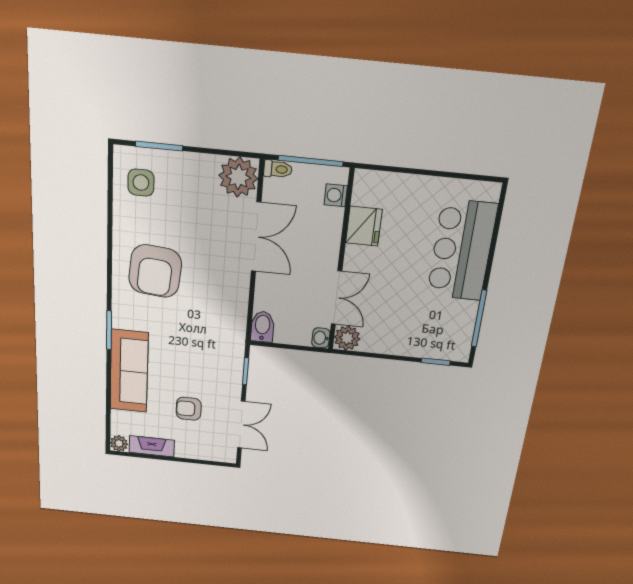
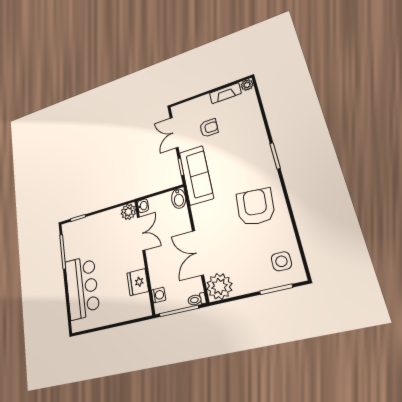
double door: (336, 298) -> (141, 234), swing flipped
sofa: (129, 371) -> (196, 175), moved, turned 180

